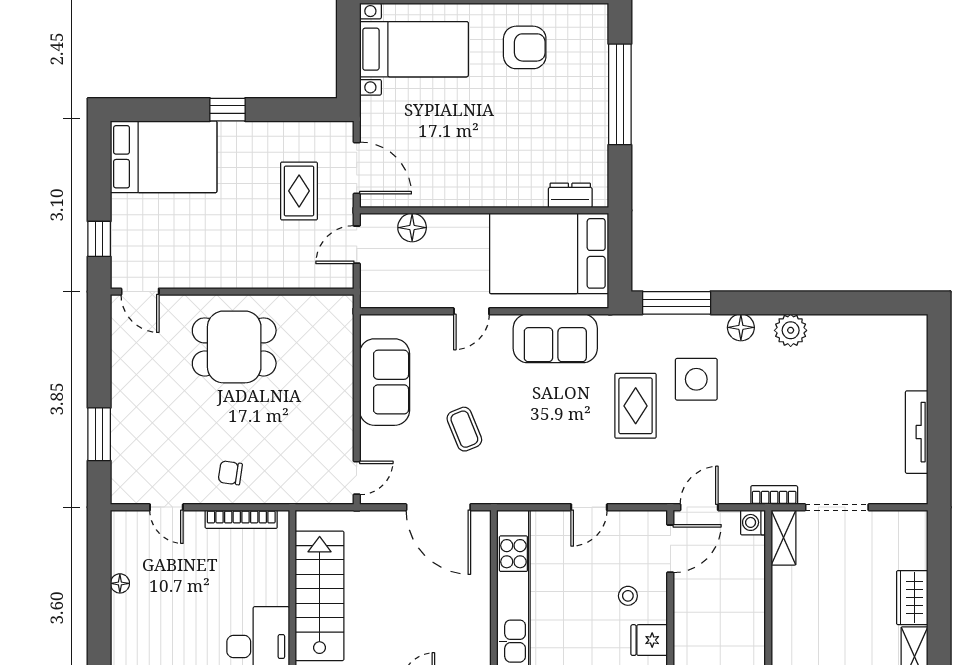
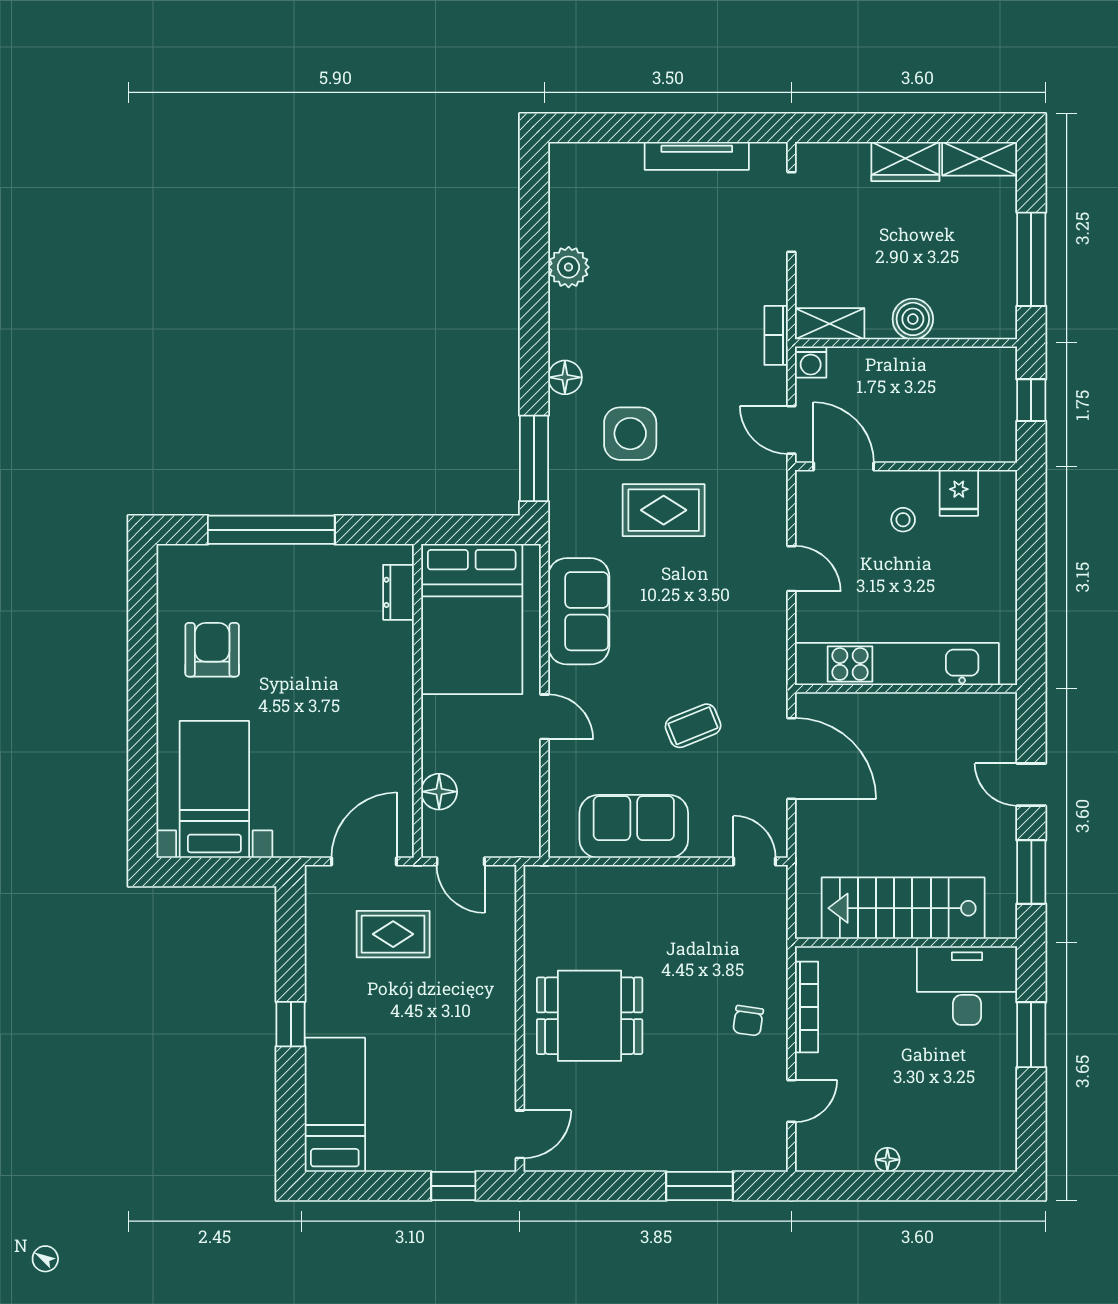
bed: (164, 157) -> (335, 1105), width x0.67
plant: (791, 330) -> (569, 267), moved
dining table: (234, 347) -> (590, 1016), turned 90
door: (438, 507) -> (791, 759), hinge flipped
doorway: (837, 507) -> (791, 212), moved
boiler: (787, 604) -> (913, 319), added

